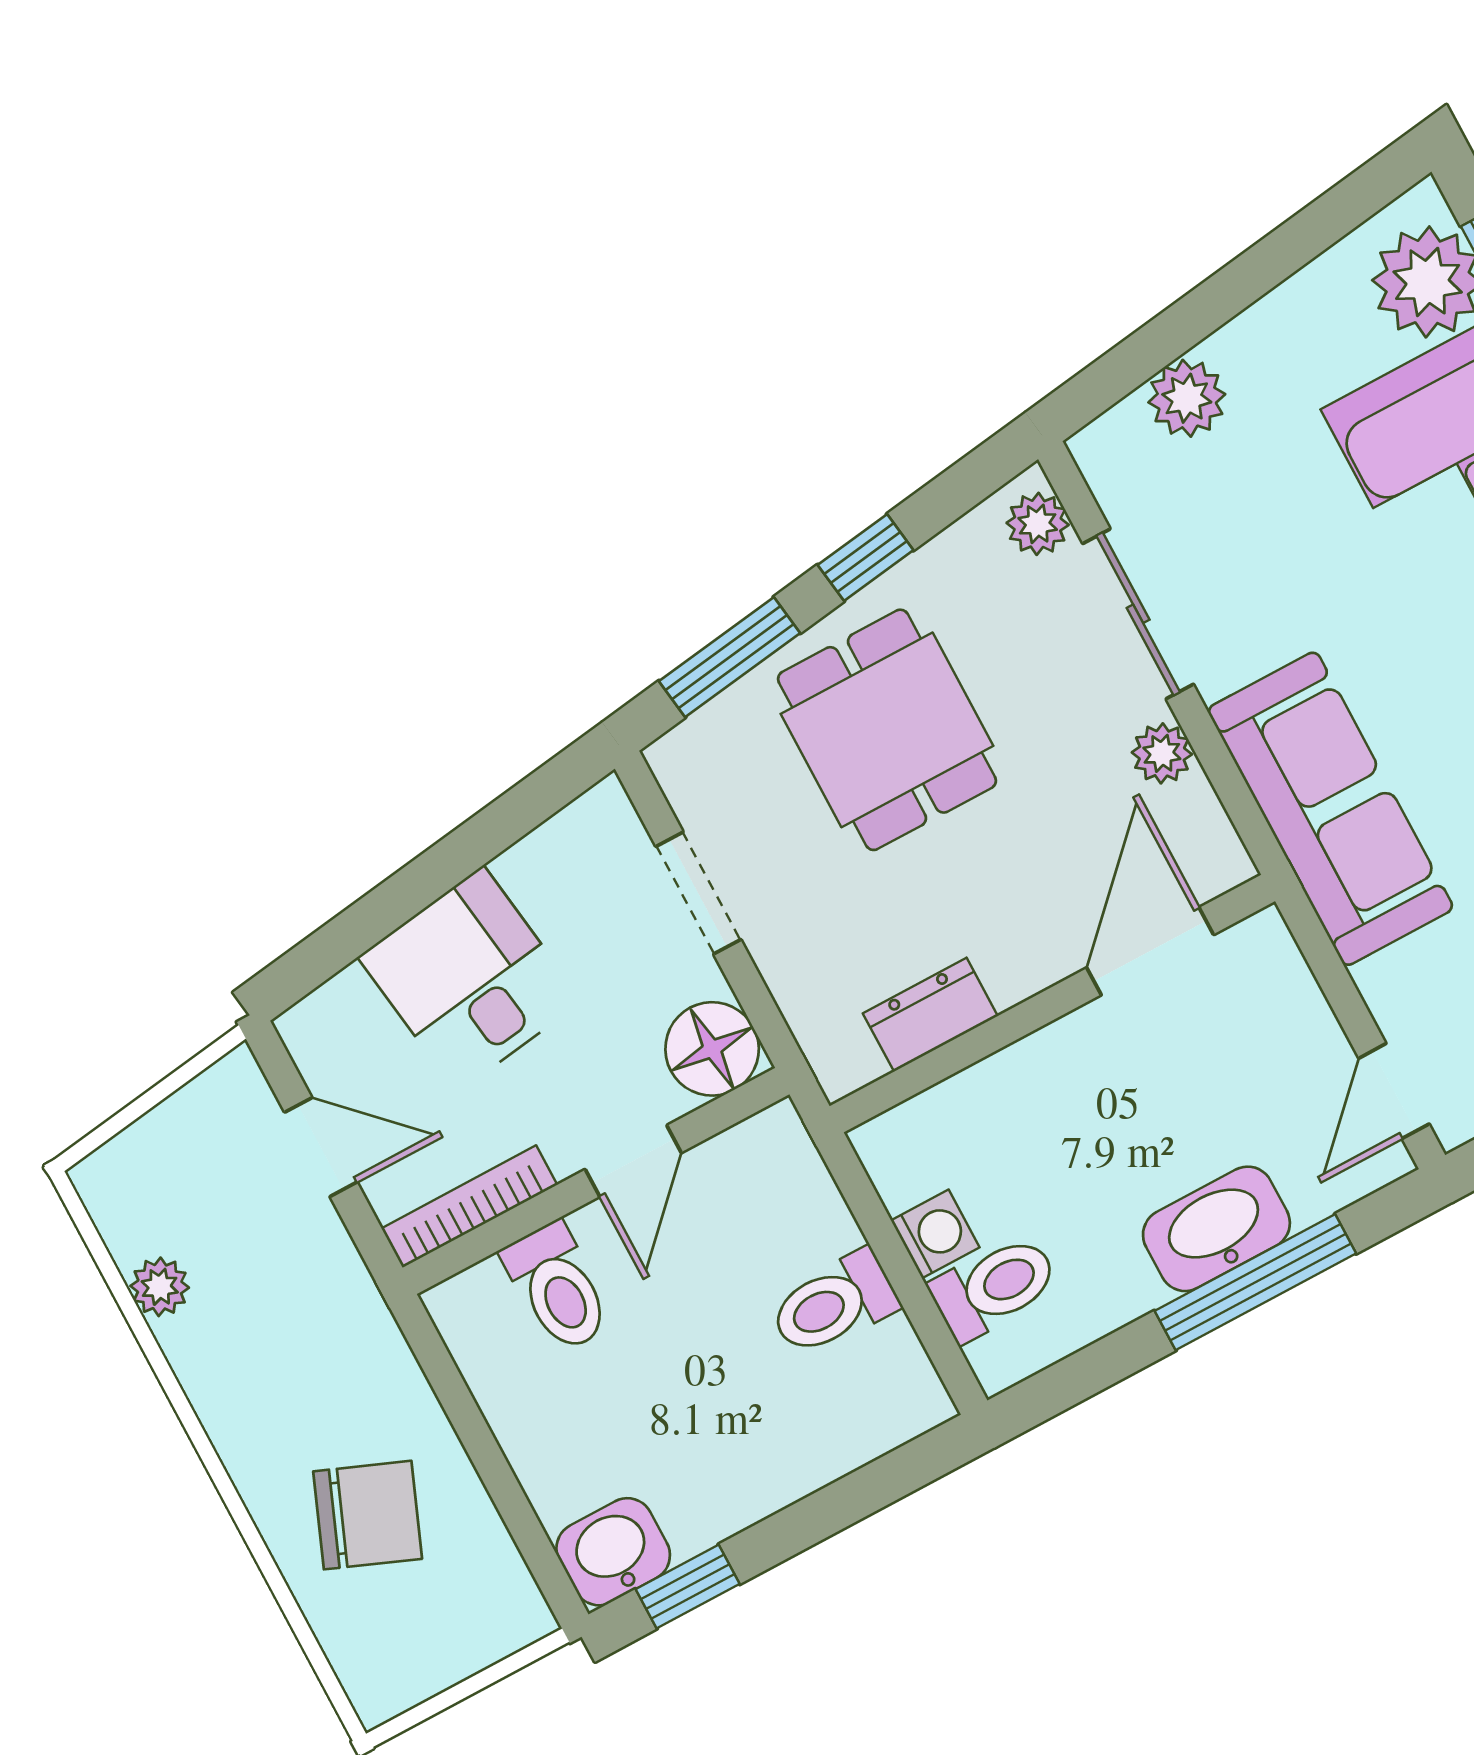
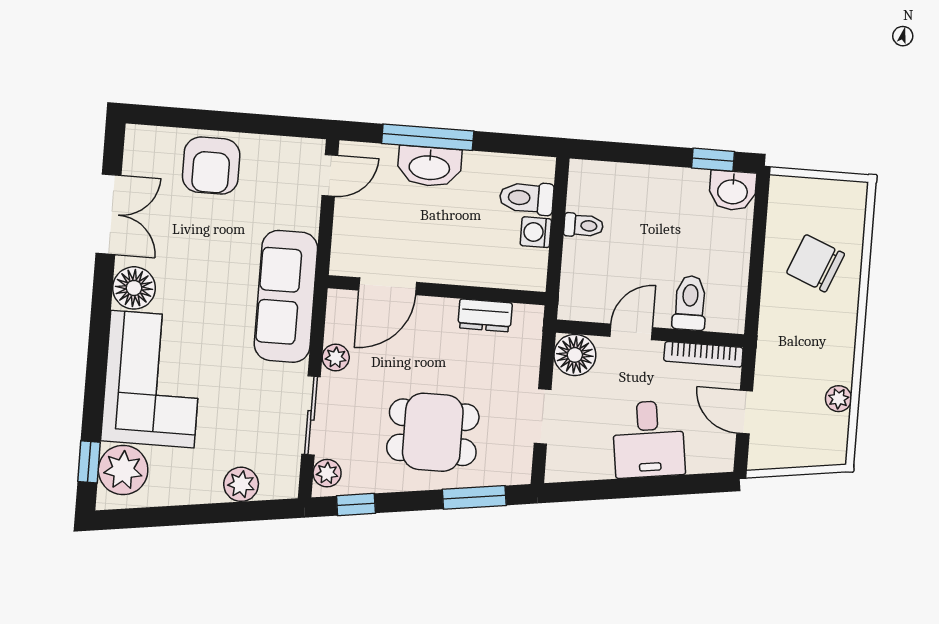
window: (866, 558) -> (356, 504), moved
dining table: (887, 730) -> (433, 432), turned 90
toilet: (834, 1304) -> (583, 225), width x0.73, depth x0.72

